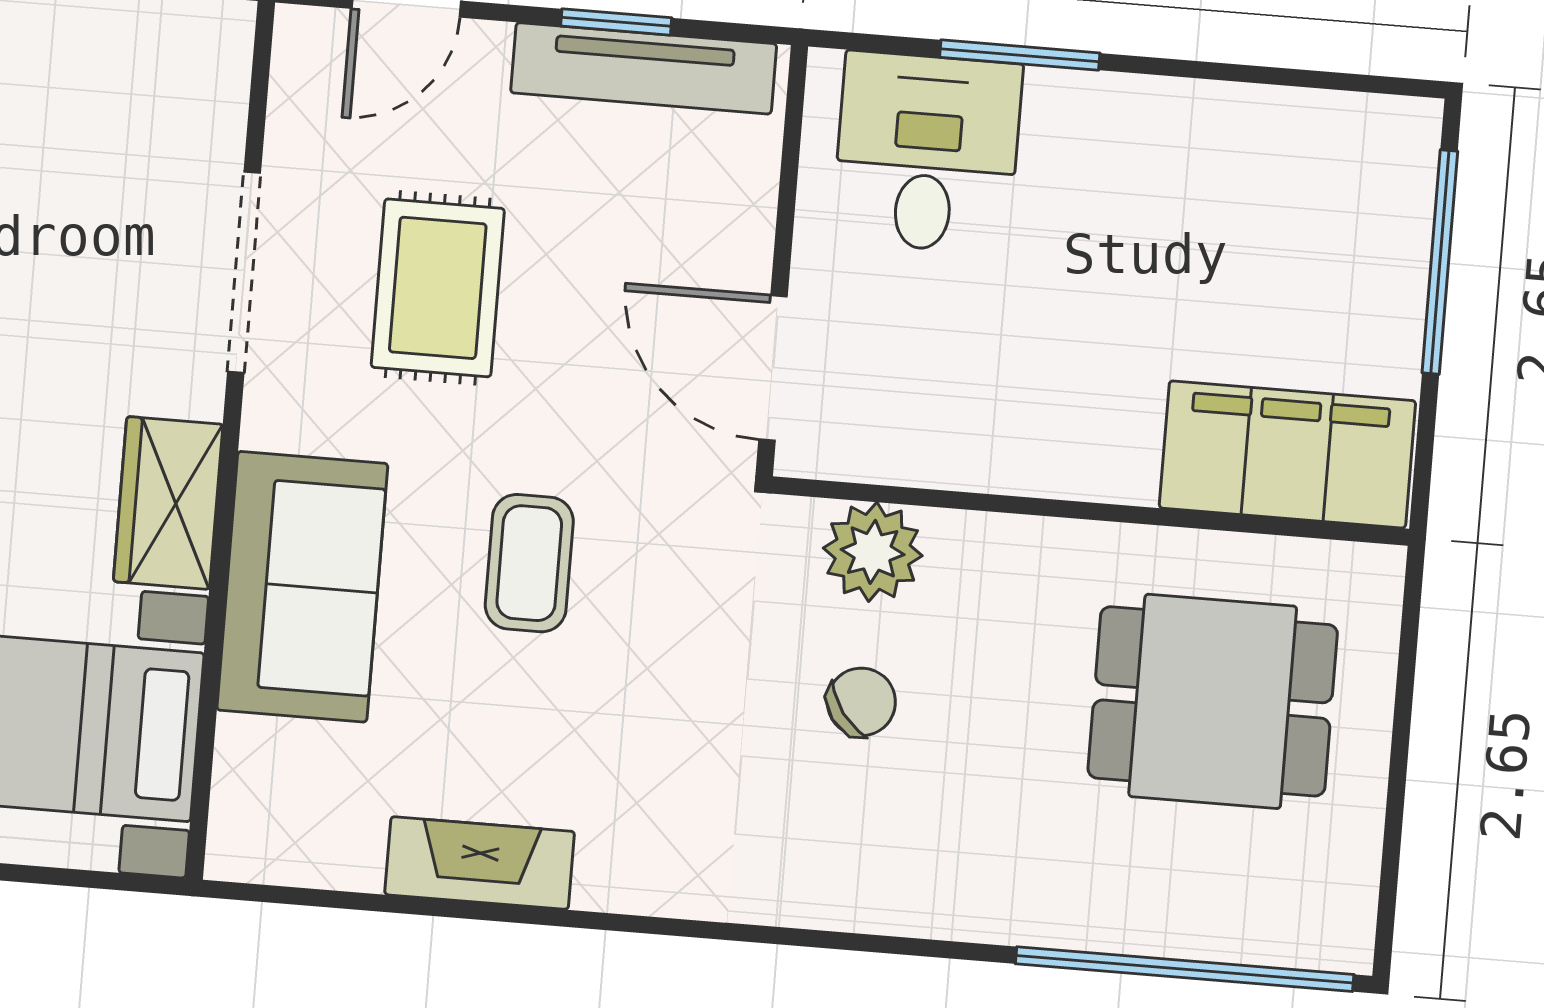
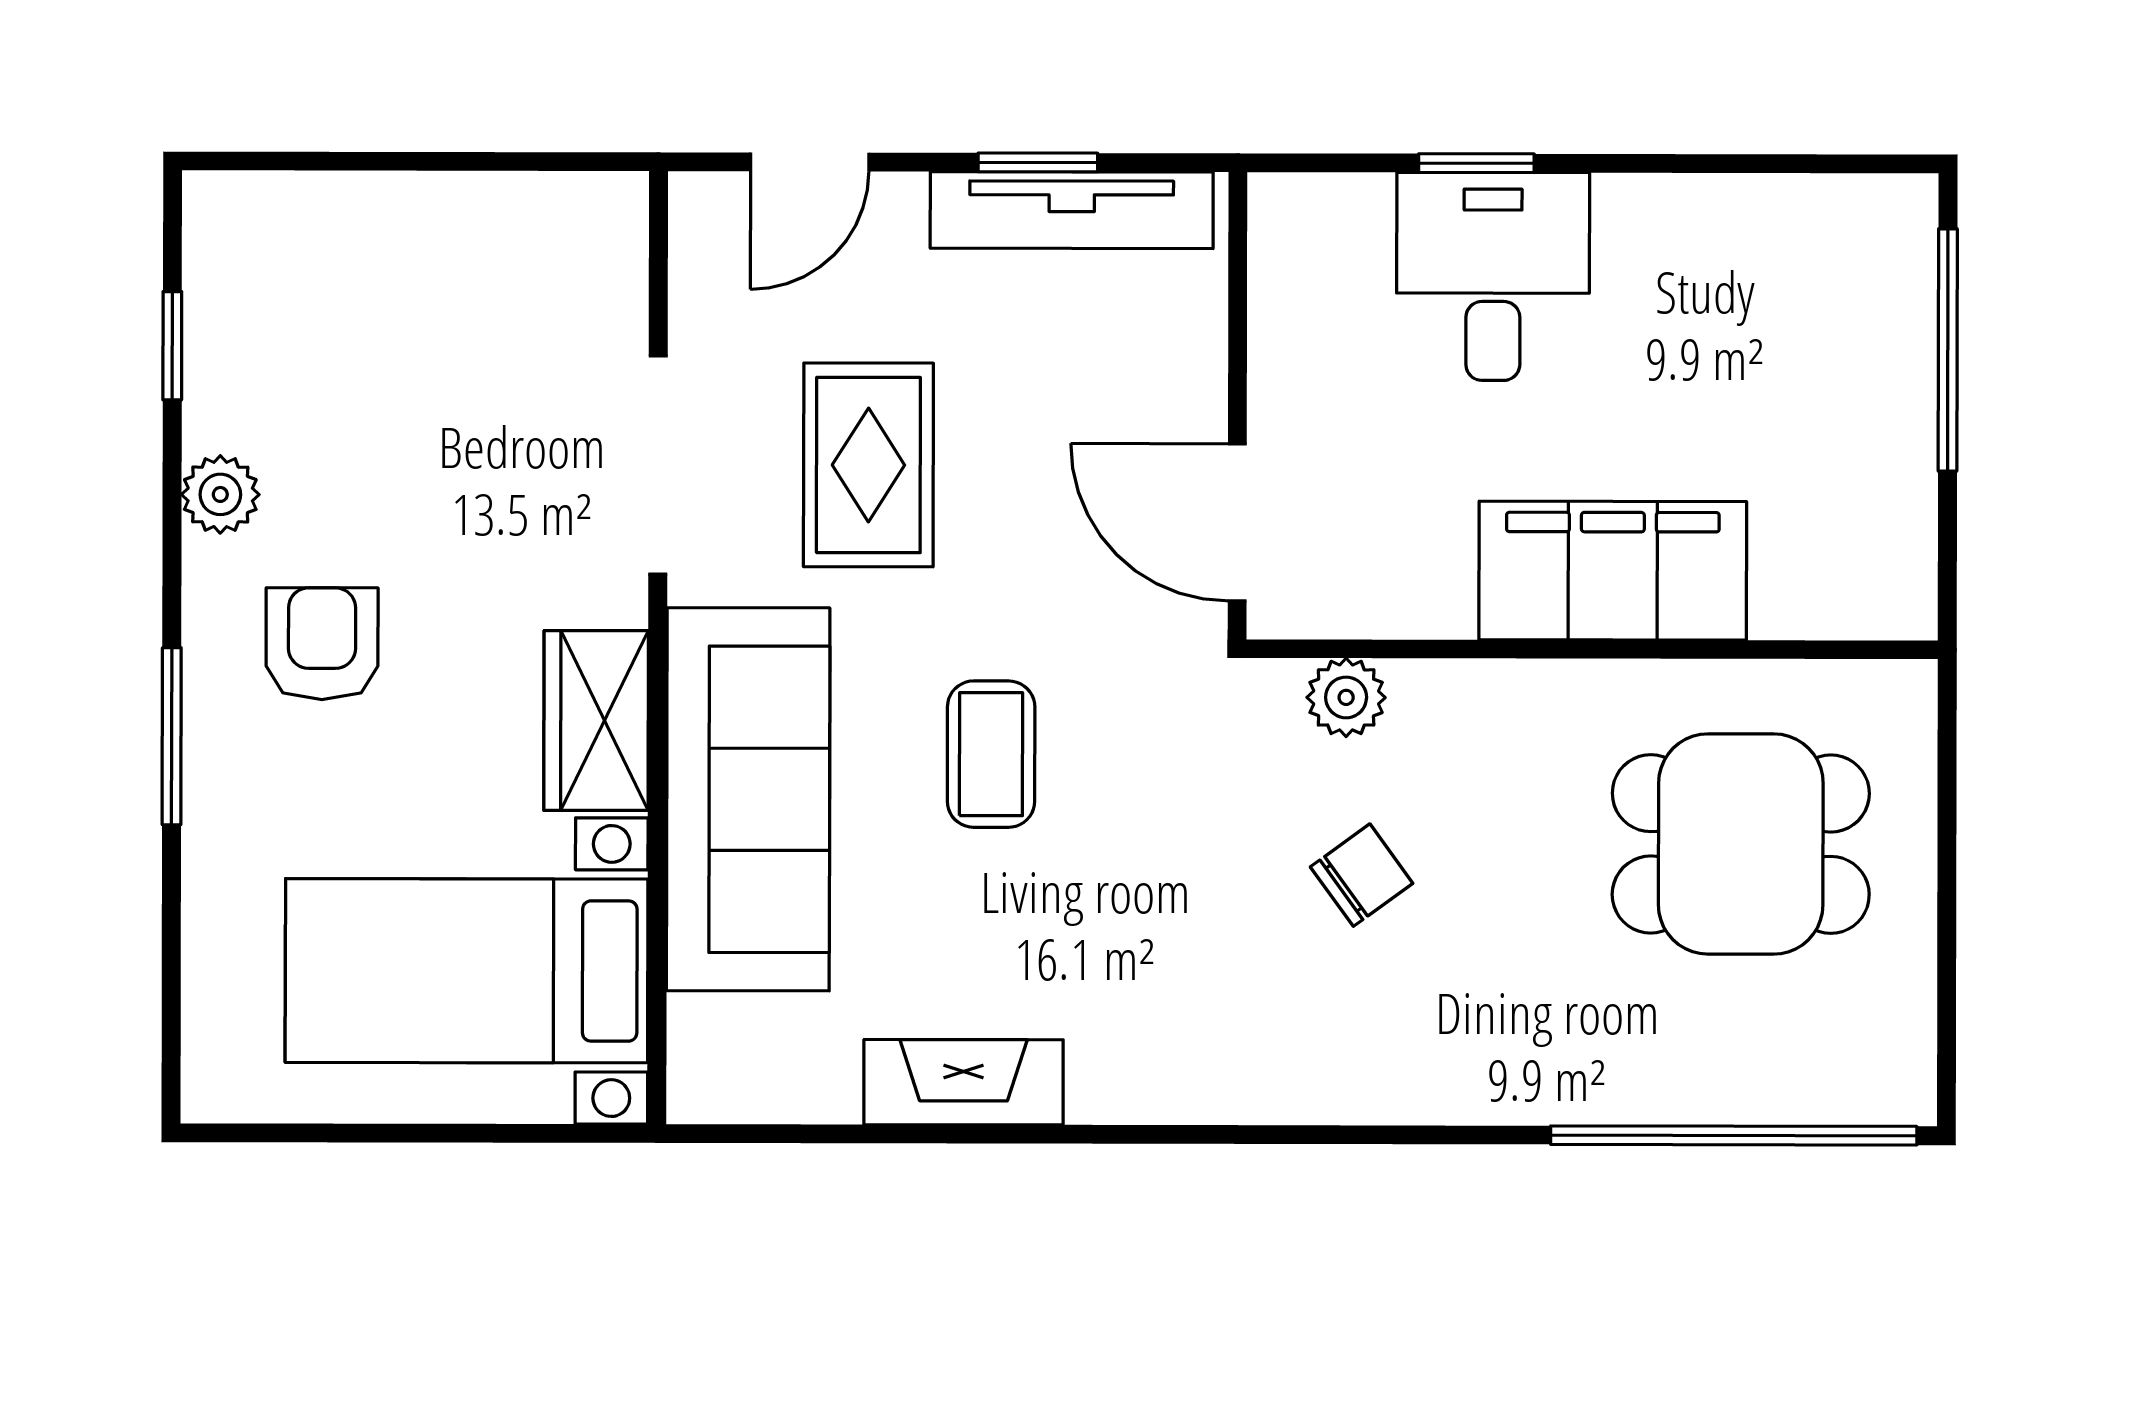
window: (1020, 55) -> (1476, 163), width x0.67
desk: (927, 152) -> (1493, 276), moved
filing cabinet: (1287, 454) -> (1613, 571), moved
plant: (873, 552) -> (1346, 697), width x0.73, depth x0.73
sofa: (302, 587) -> (748, 799), width x1.36

